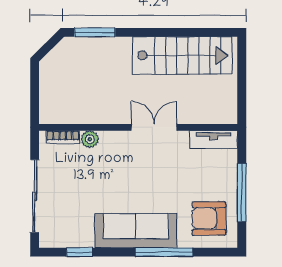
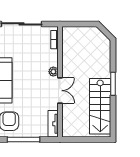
window: (95, 32) -> (113, 84), moved
plant: (90, 139) -> (53, 72), moved

